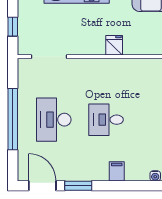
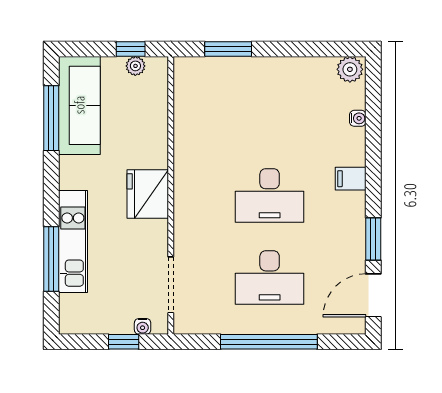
water cooler: (23, 39) -> (143, 326), added
fridge: (114, 45) -> (148, 194), width x1.88, depth x1.34
desk: (106, 120) -> (270, 195), width x1.37

